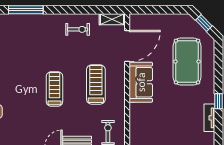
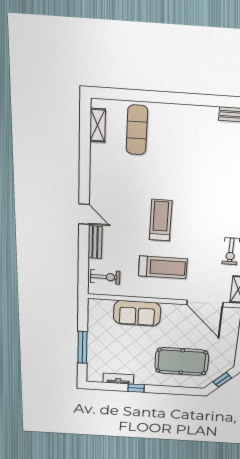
sofa: (141, 82) -> (137, 313), moved
treadmill: (54, 89) -> (161, 220), turned -90

